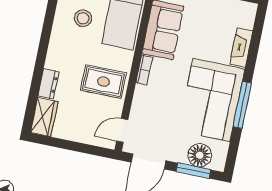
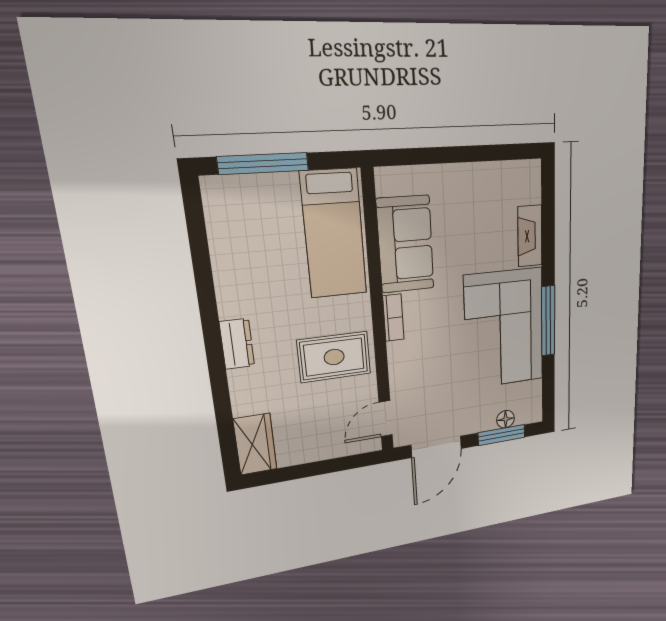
stool: (83, 18) -> (266, 265), removed
dresser: (48, 84) -> (237, 344), moved
floor lamp: (200, 155) -> (506, 419), width x0.53, depth x0.53

